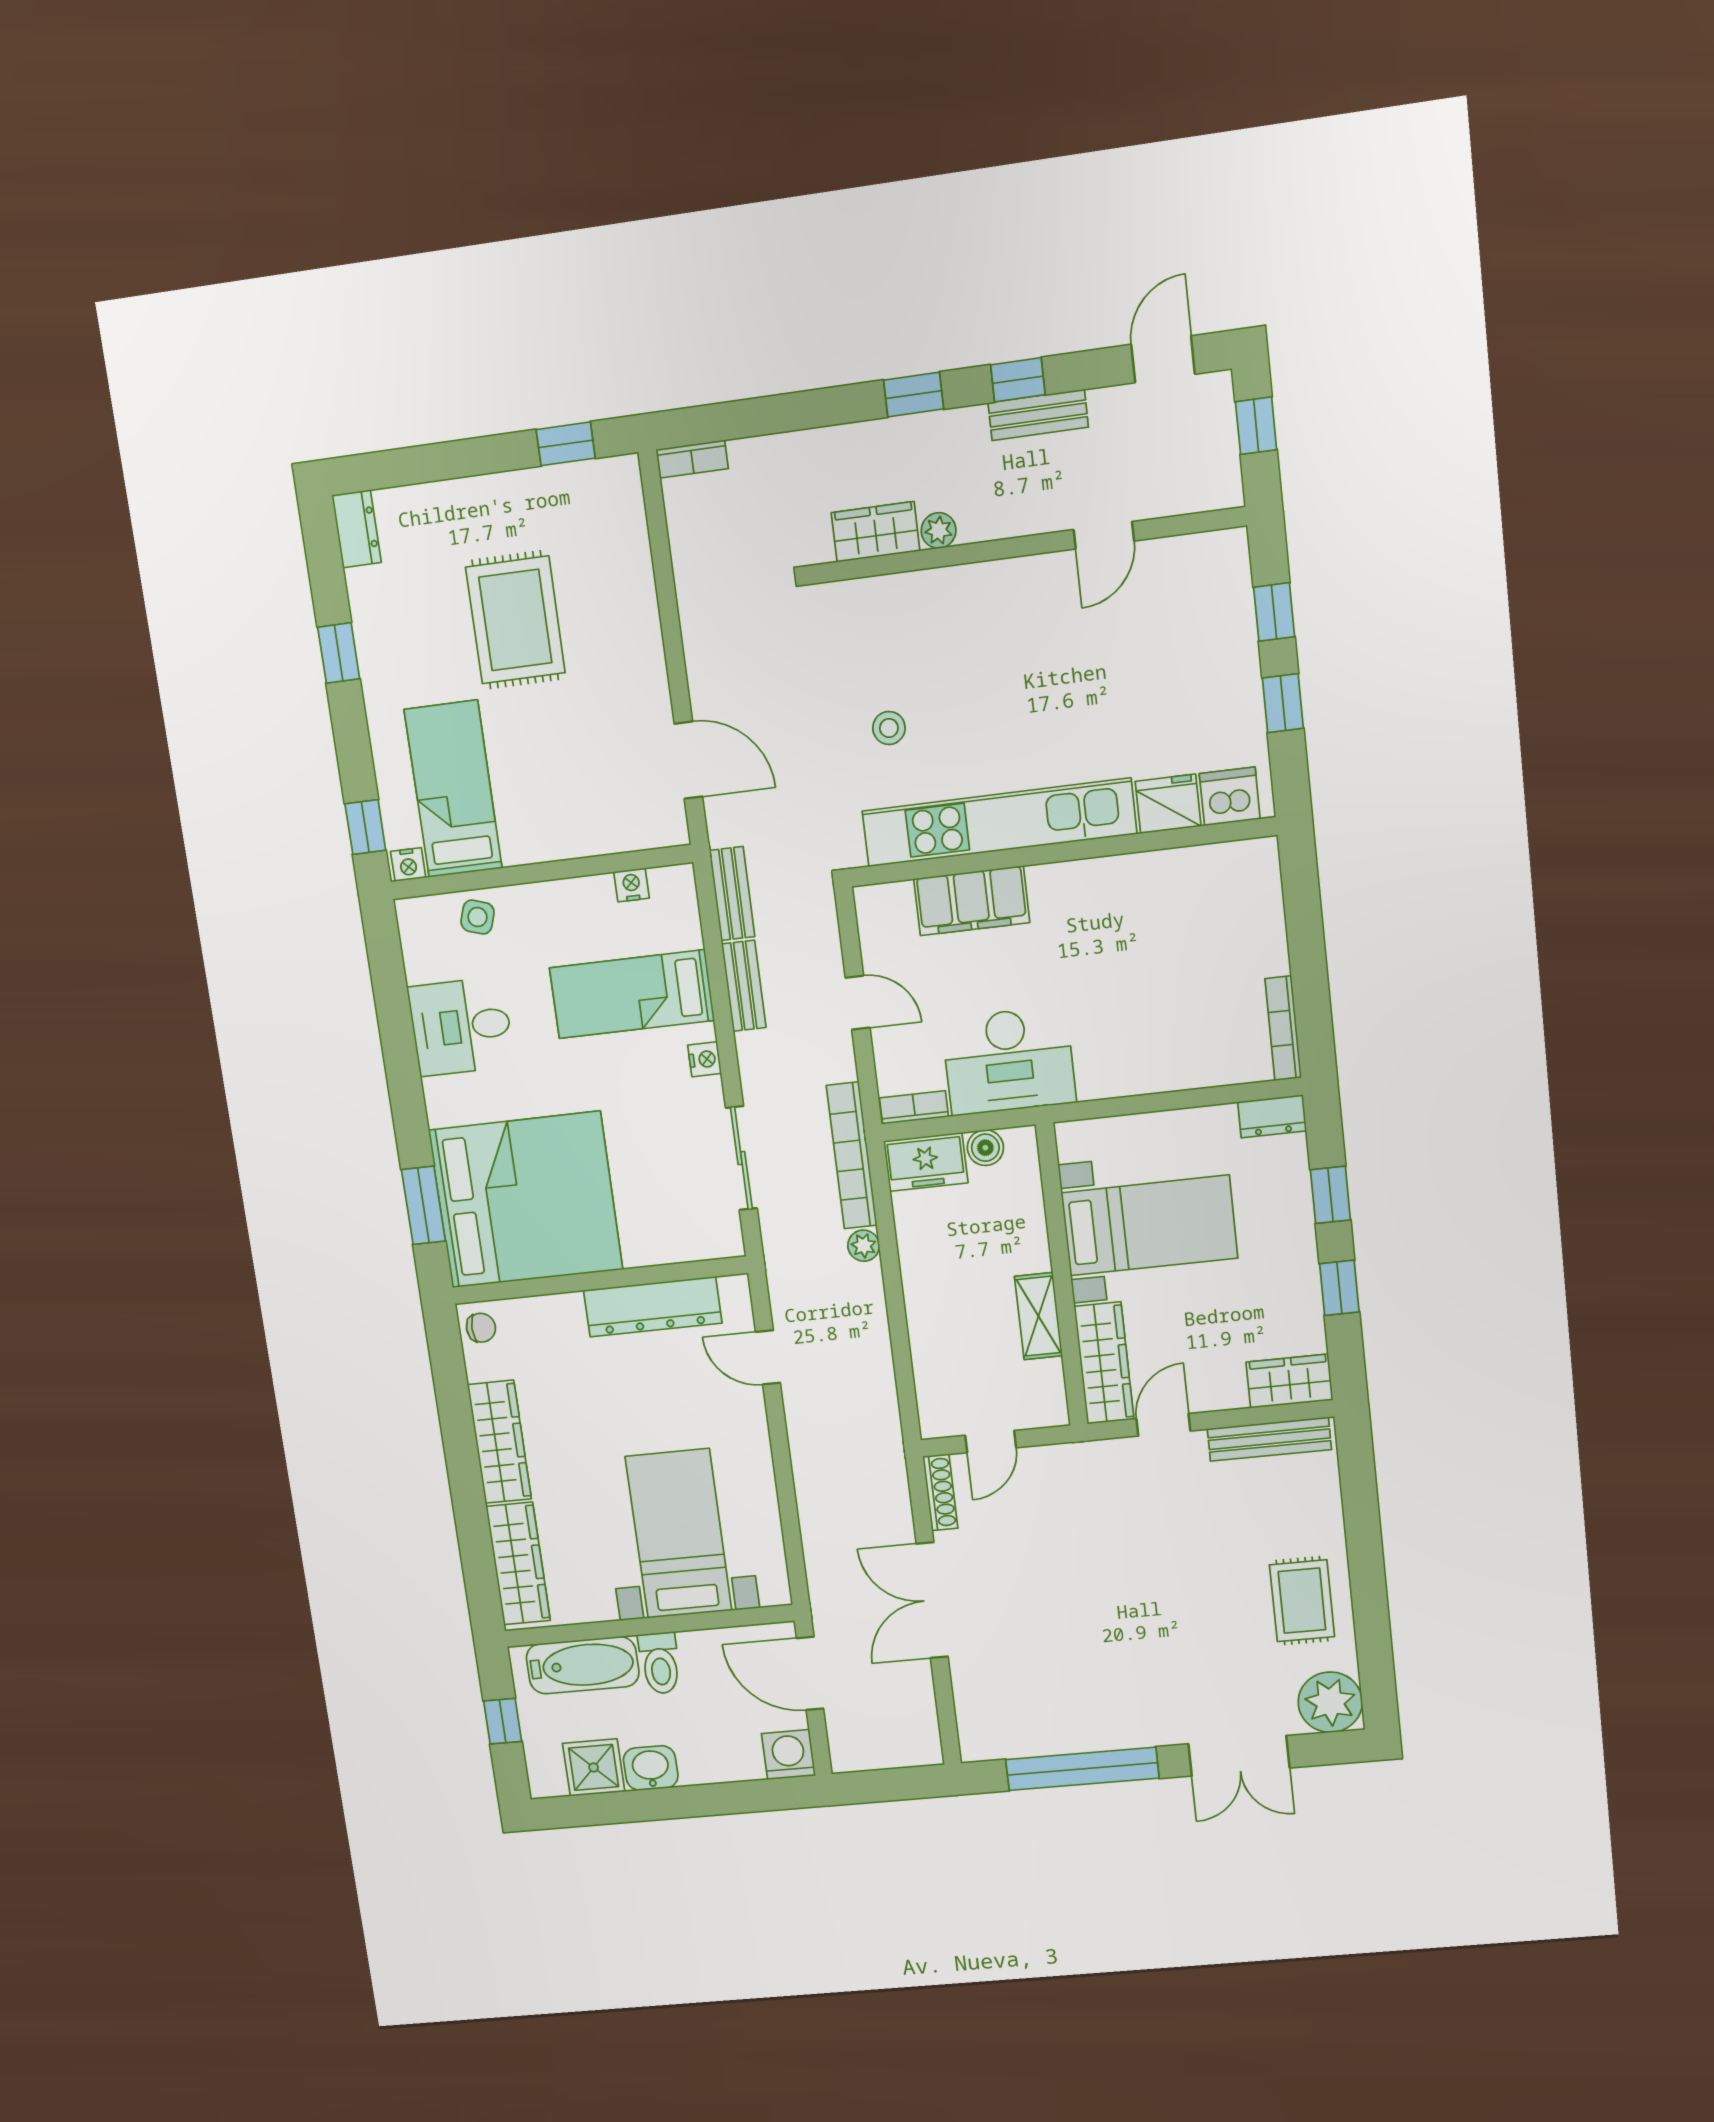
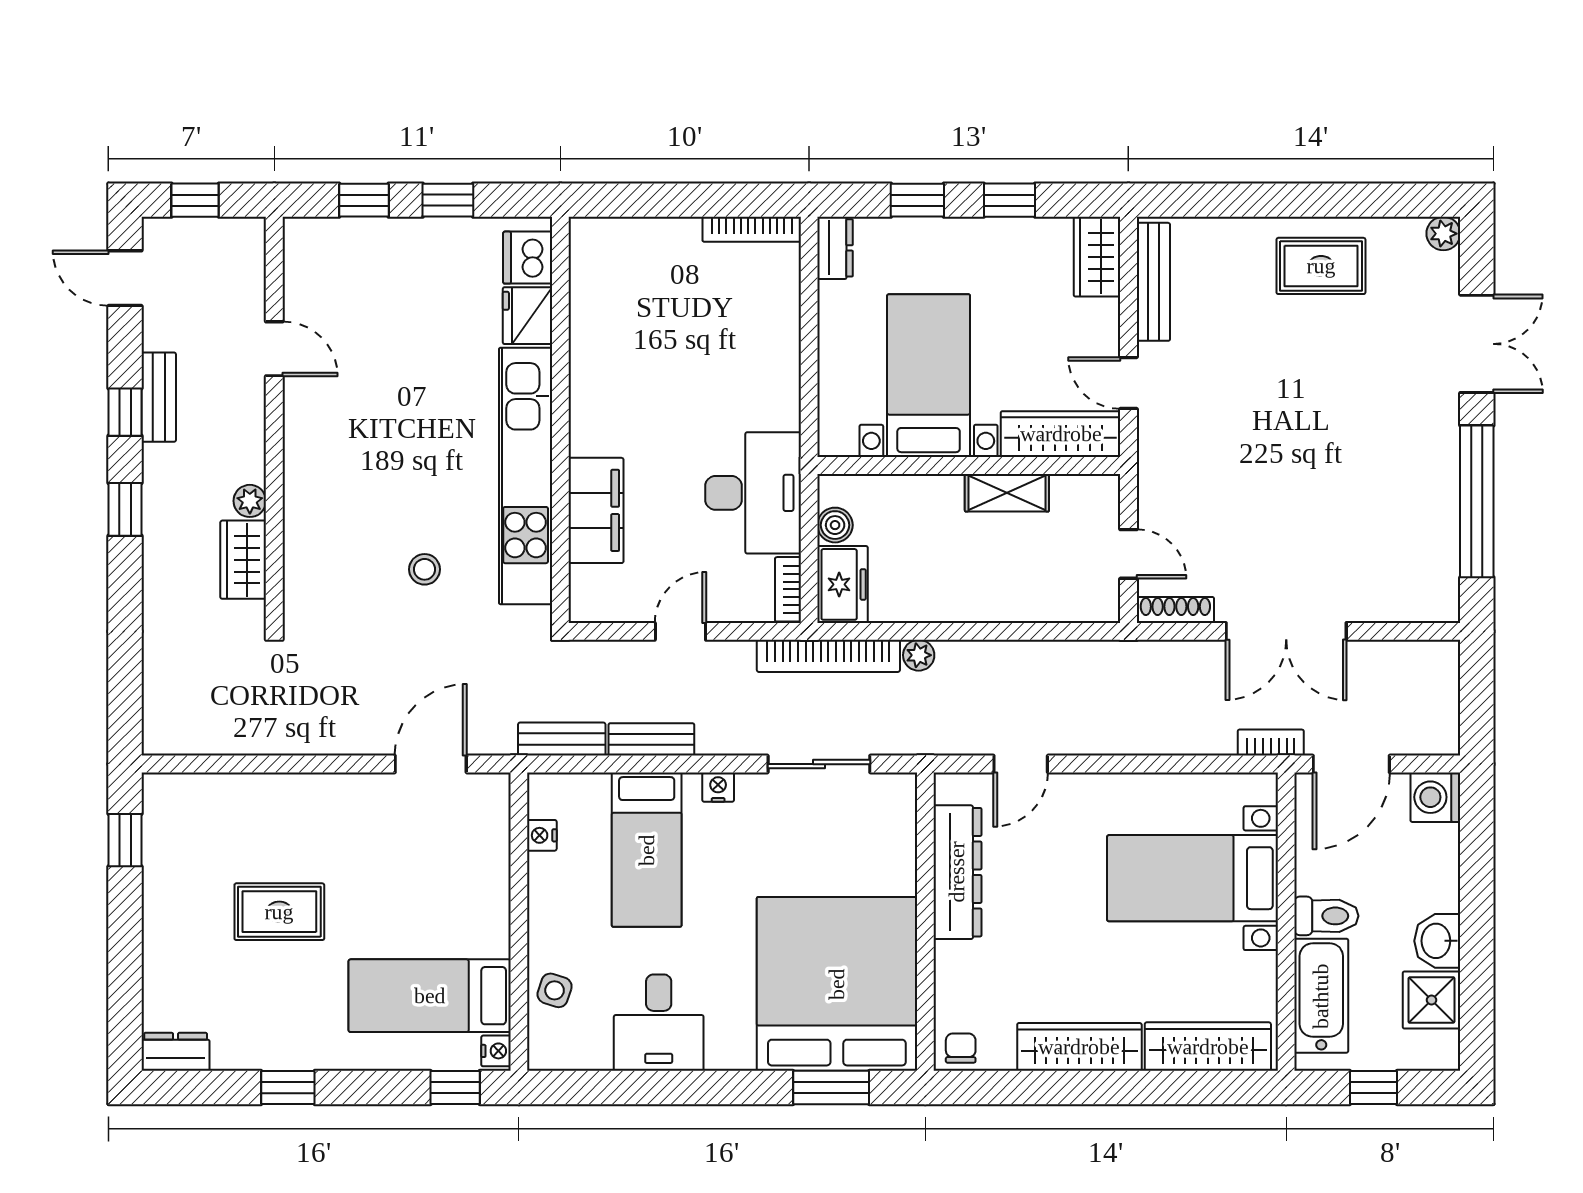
bookcase: (692, 459) -> (1271, 743), moved, turned -90
rug: (515, 620) -> (279, 912), width x0.73, depth x0.70
plant: (1330, 1702) -> (1443, 234), width x0.53, depth x0.53

